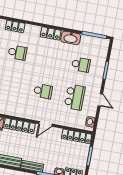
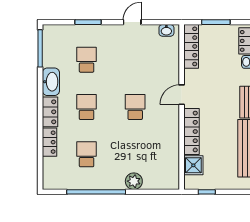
locker: (15, 26) -> (50, 142), moved
school desk: (75, 97) -> (87, 107), moved, width x0.54
door: (45, 124) -> (182, 95), swing flipped

